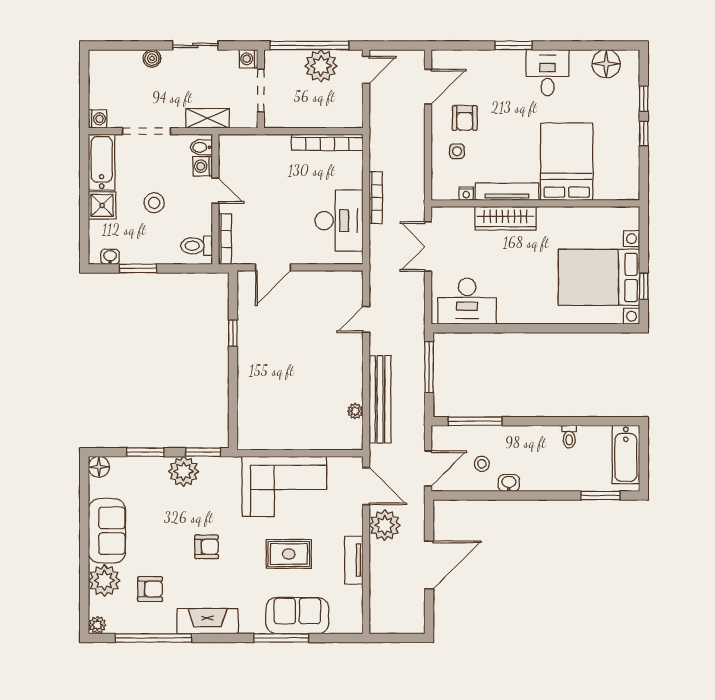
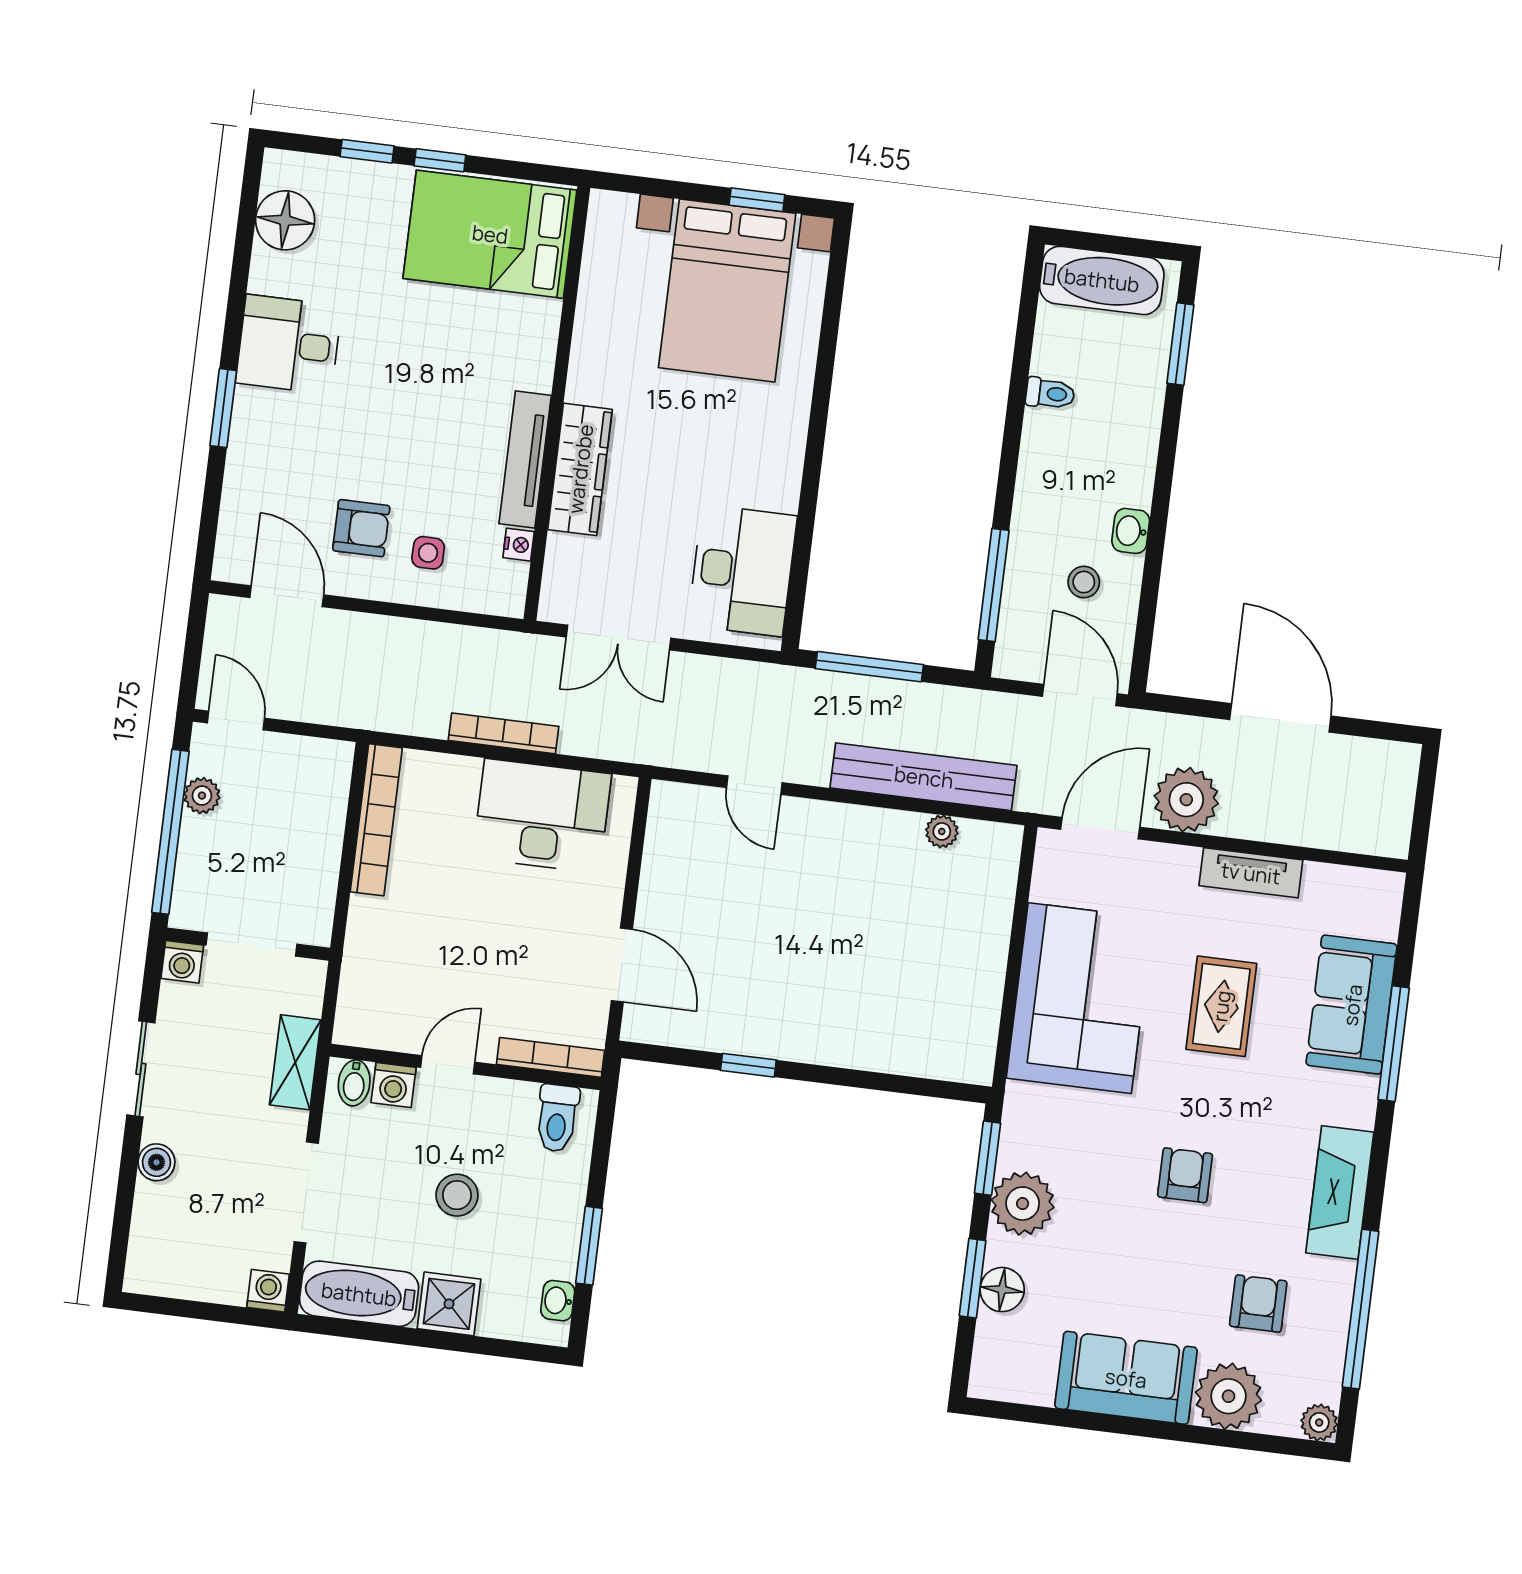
plant: (321, 66) -> (202, 796), width x0.53, depth x0.53
bed: (567, 162) -> (490, 234), moved
floor lamp: (99, 467) -> (1002, 1290), moved

